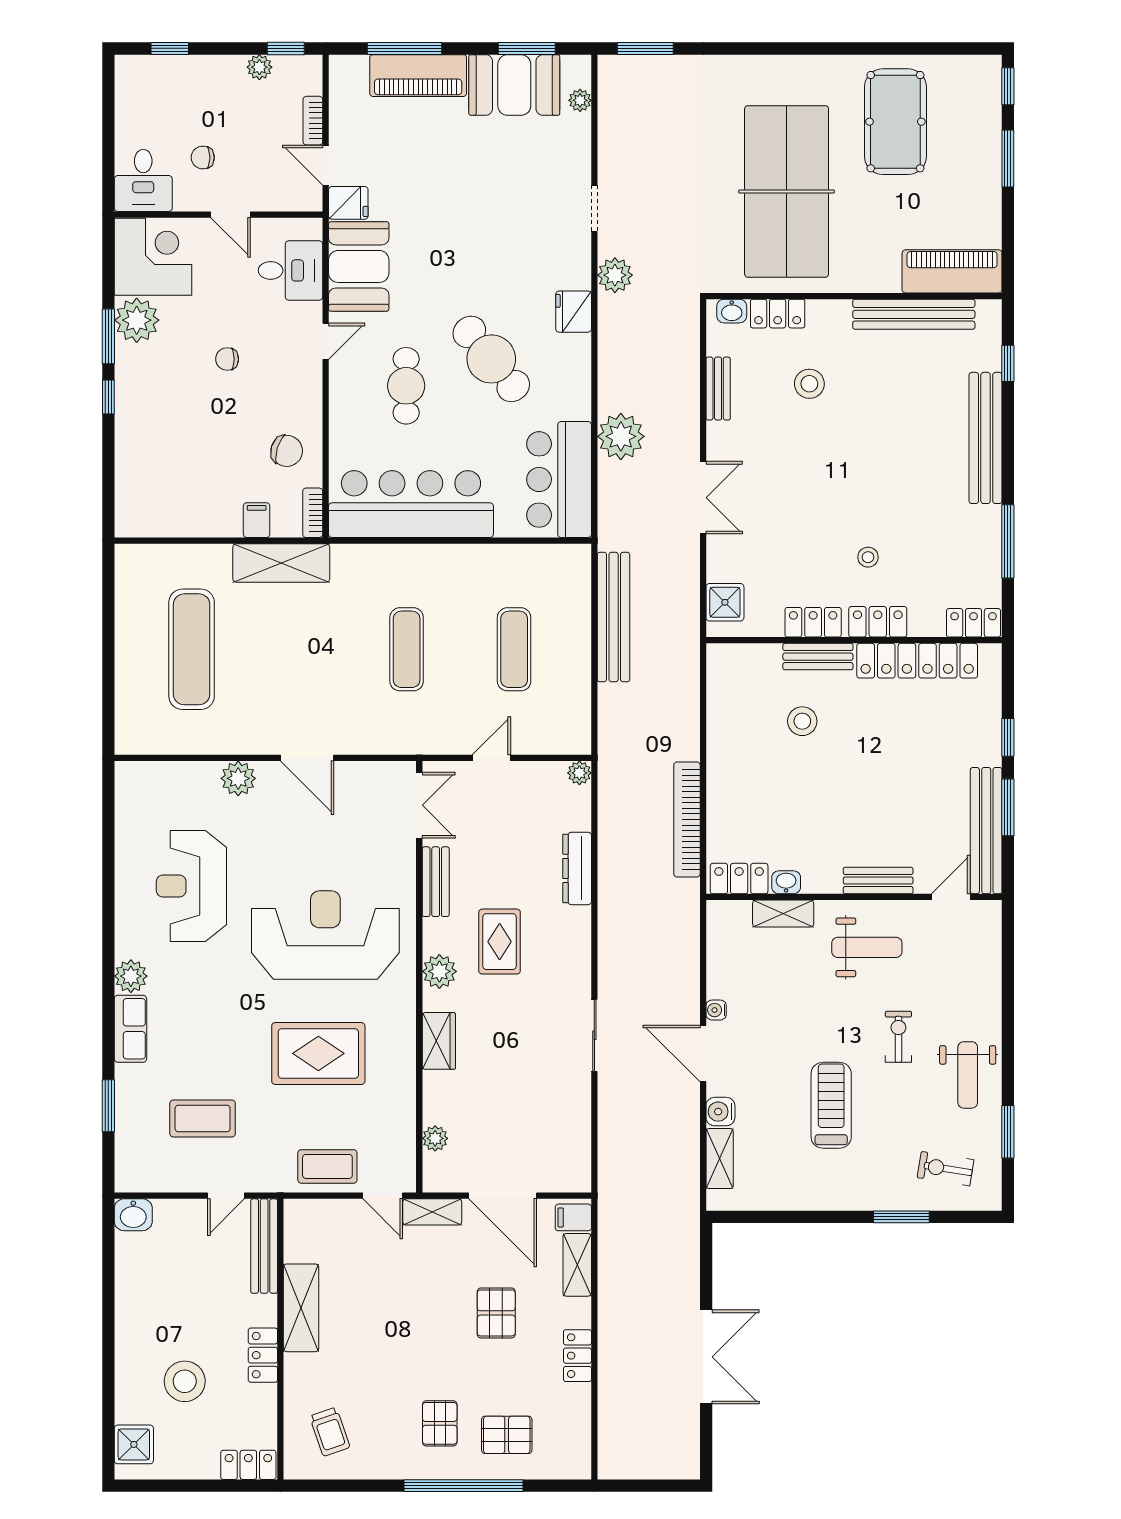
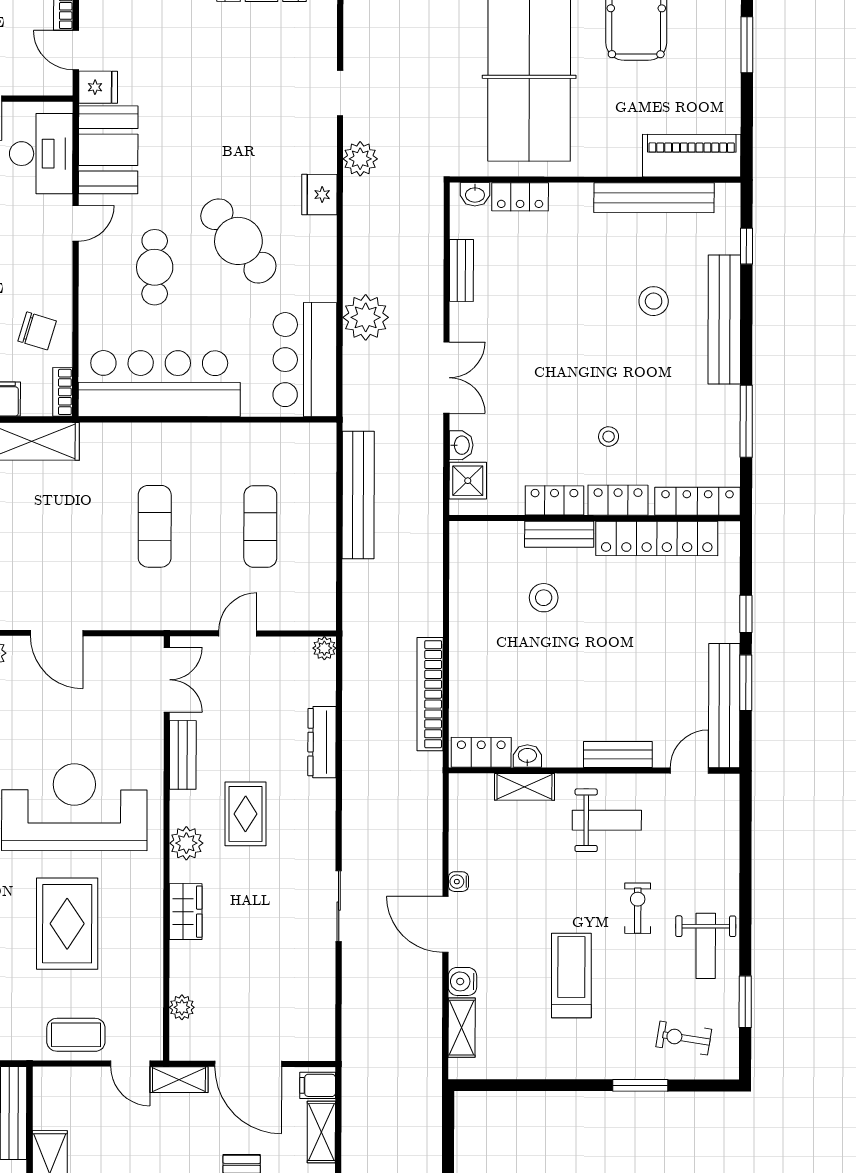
desk: (291, 270) -> (41, 154), width x1.37
stool: (809, 384) -> (654, 301), moved
washbasin: (718, 566) -> (461, 445), added
locker: (974, 623) -> (697, 501), width x1.53
rug: (318, 1053) -> (67, 924), turned 90

